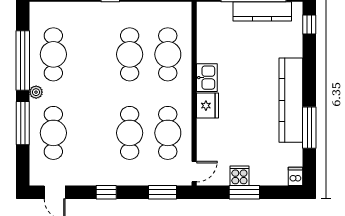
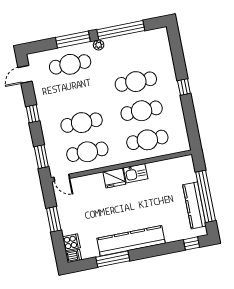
cafe table: (53, 54) -> (136, 82), moved
cooker: (239, 176) -> (71, 242), moved

